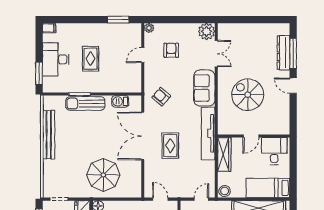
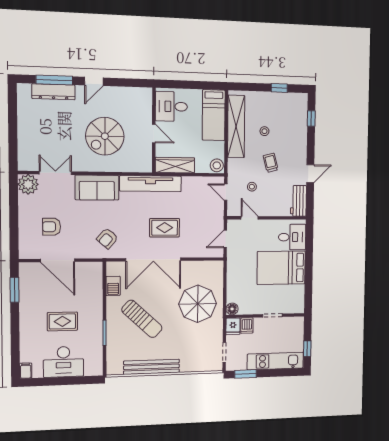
plant: (149, 28) -> (25, 253), removed
door: (143, 55) -> (58, 260), width x1.88
window: (39, 73) -> (80, 380), removed
sun lounger: (85, 103) -> (142, 319), moved, turned -47

